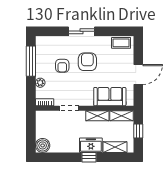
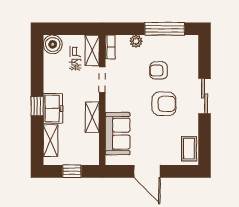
shelving: (121, 116) -> (92, 50), moved

